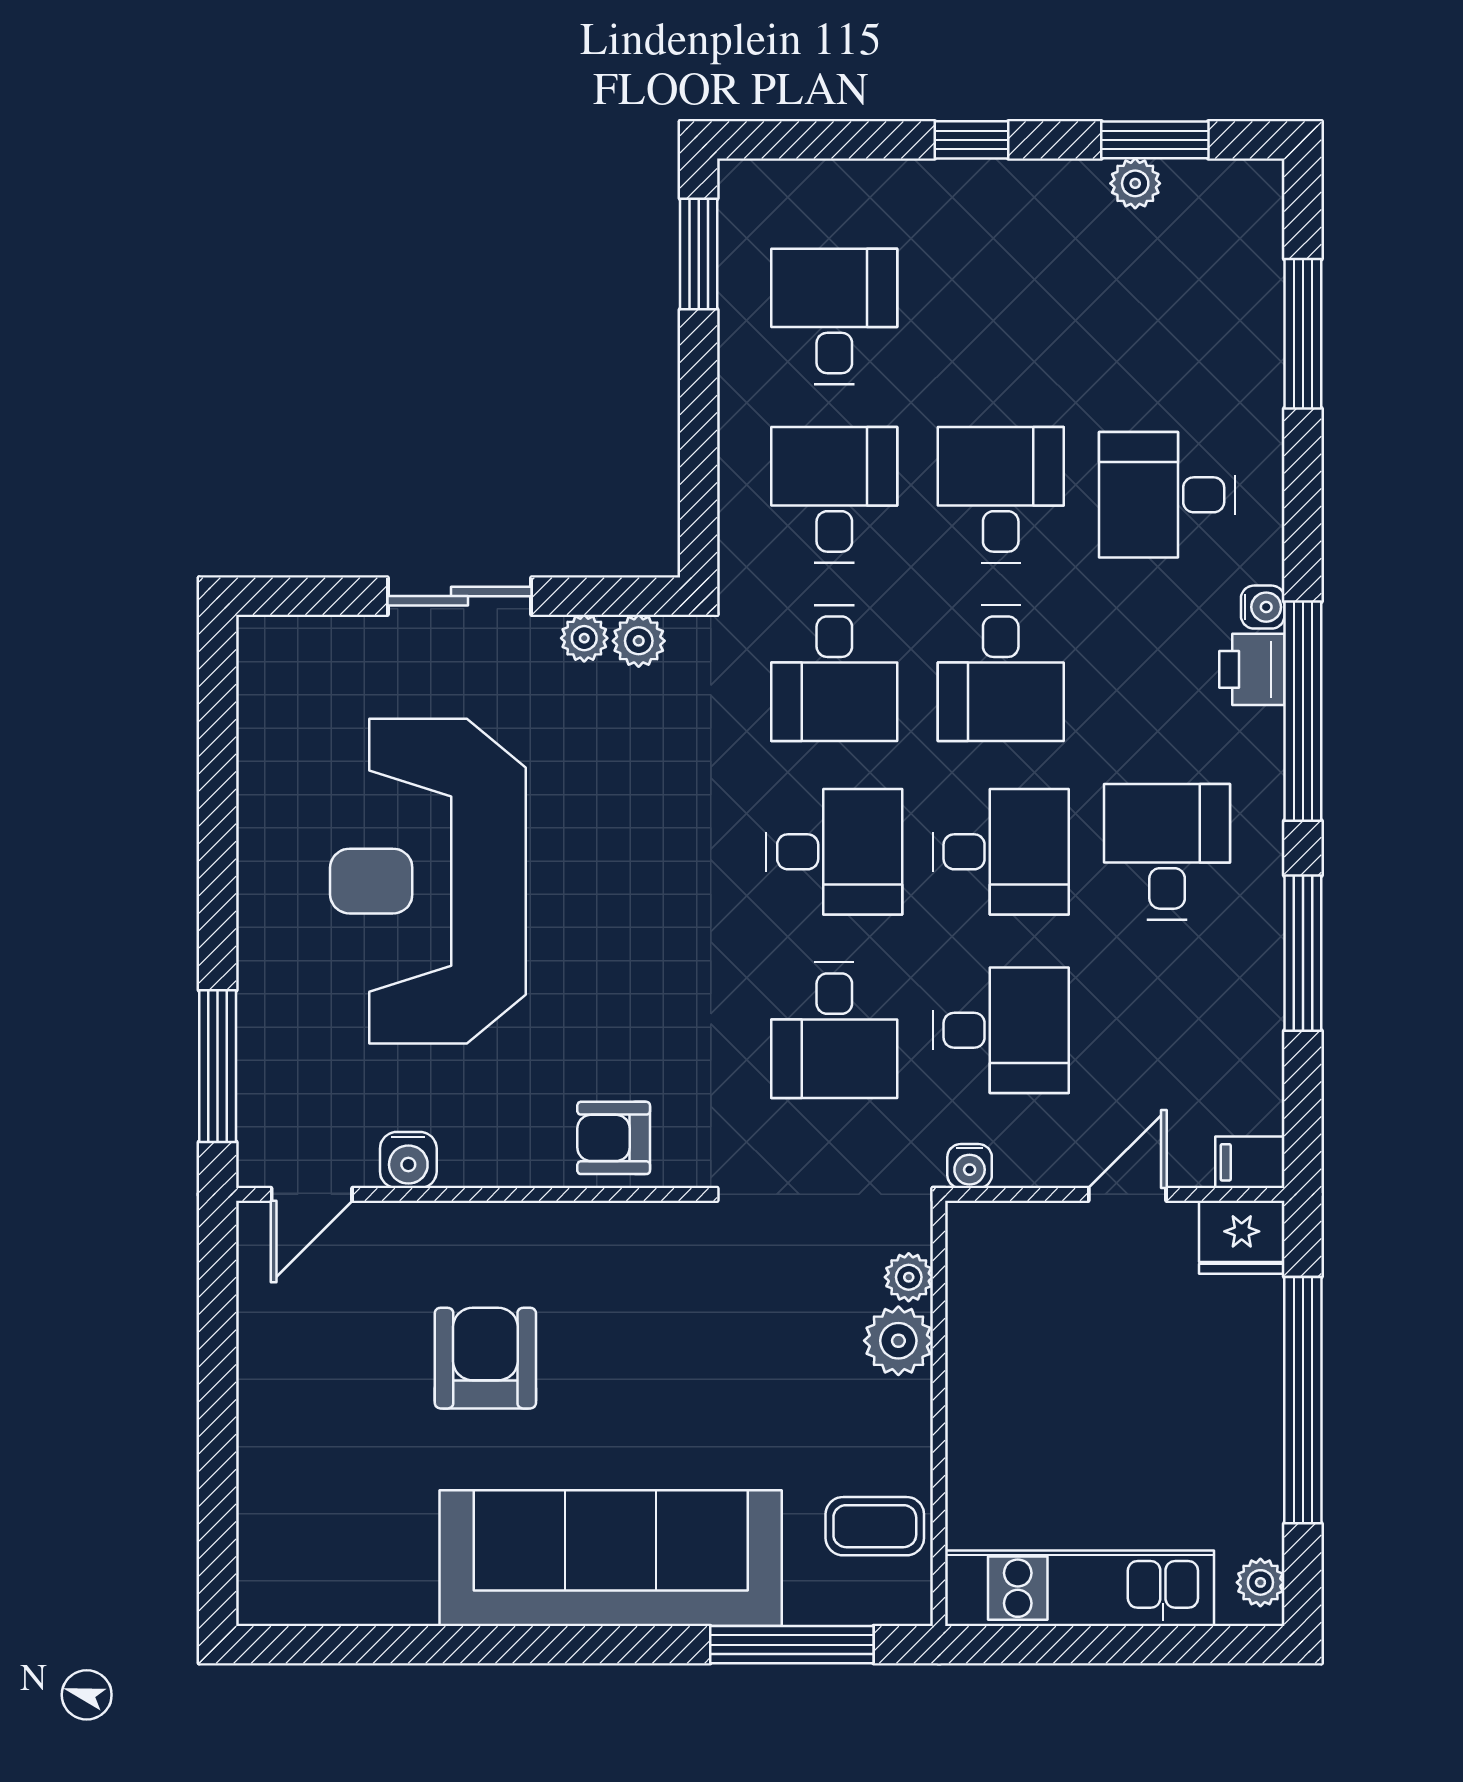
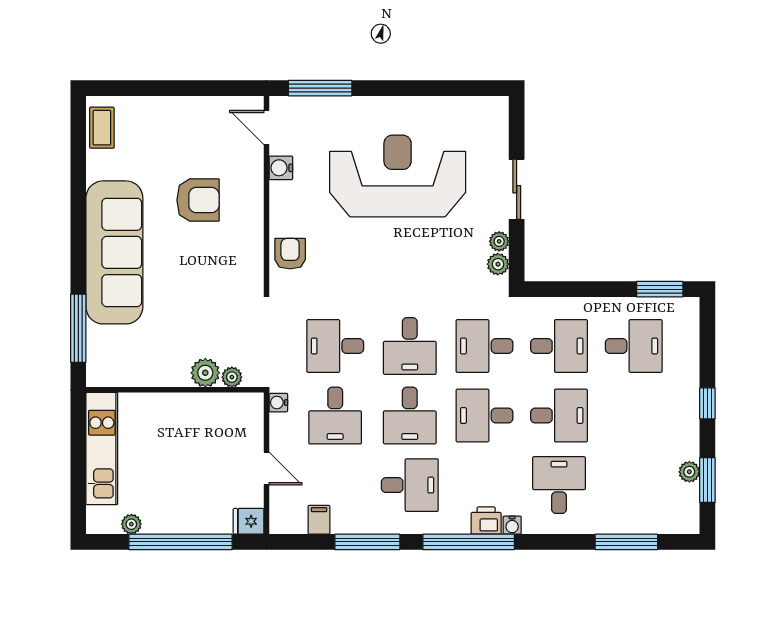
filing cabinet: (1250, 1162) -> (319, 520), moved
fridge: (1242, 1237) -> (249, 521), width x0.72
coffee table: (875, 1526) -> (102, 128), moved
plant: (1260, 1582) -> (131, 524), moved

